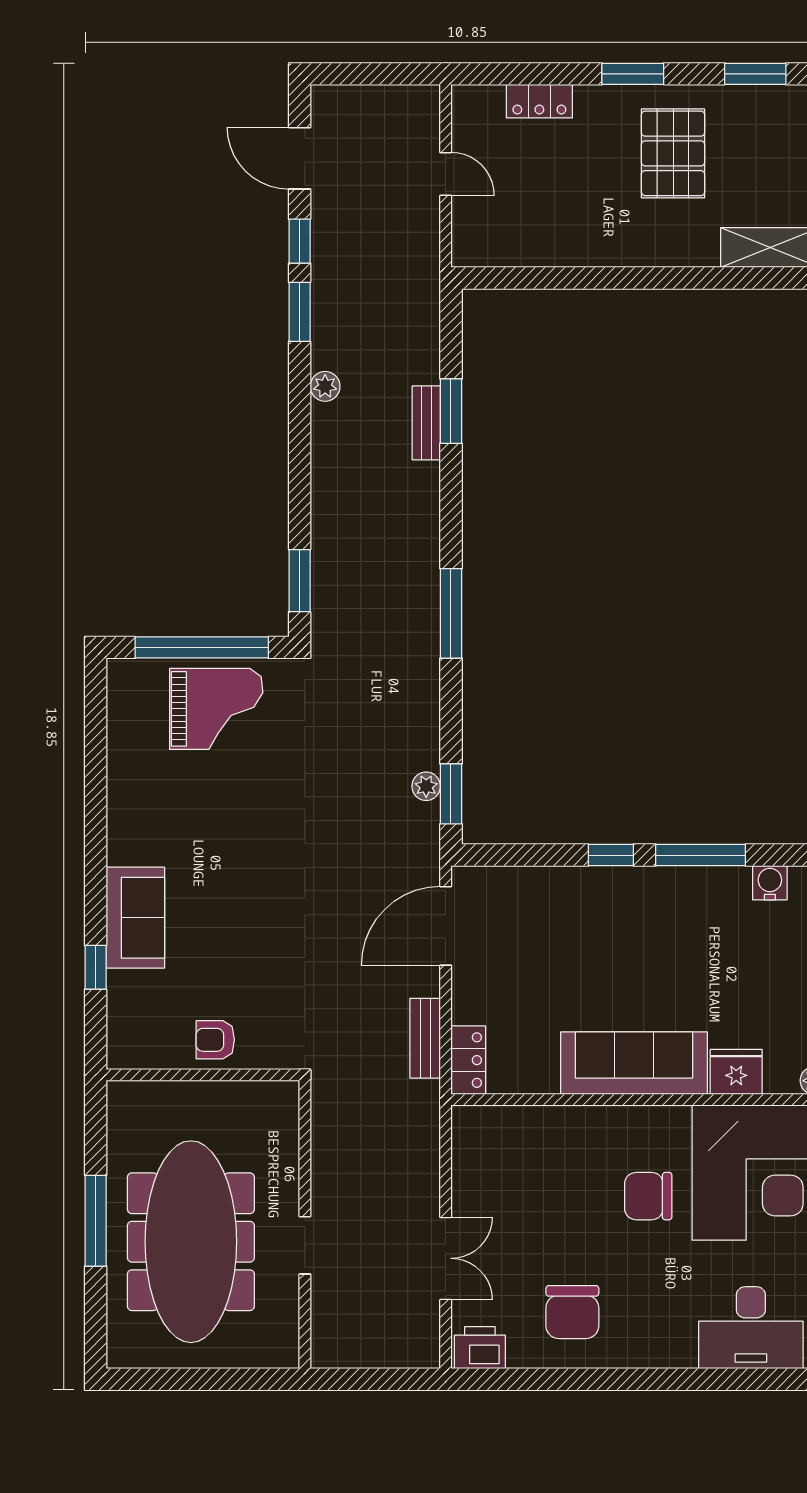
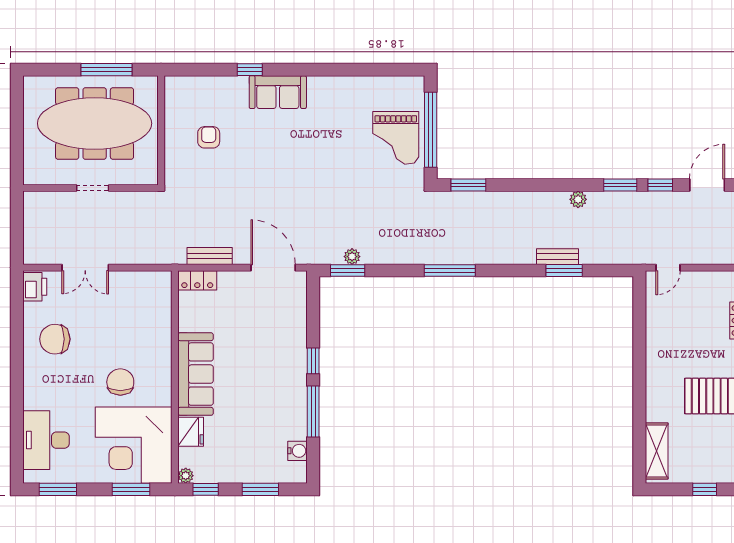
door: (446, 174) -> (668, 268), moved
wall: (203, 1075) -> (161, 130), moved

